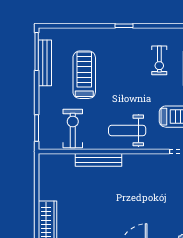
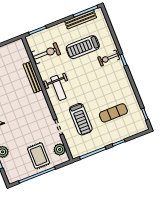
exercise bike: (159, 60) -> (109, 58), moved
treadmill: (84, 75) -> (83, 47), turned 180
weight bench: (127, 130) -> (58, 88), turned 180

